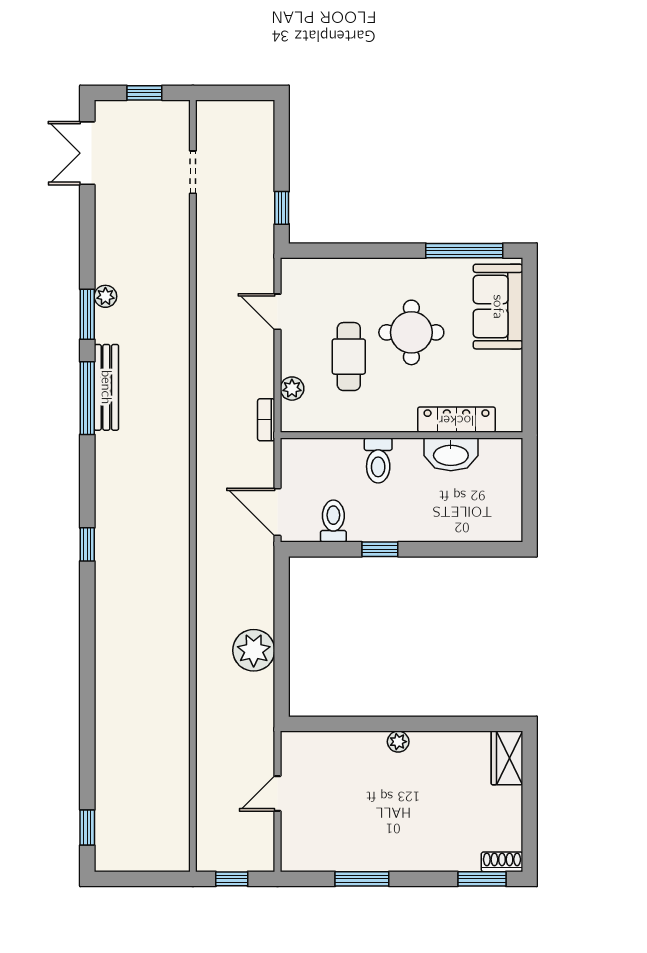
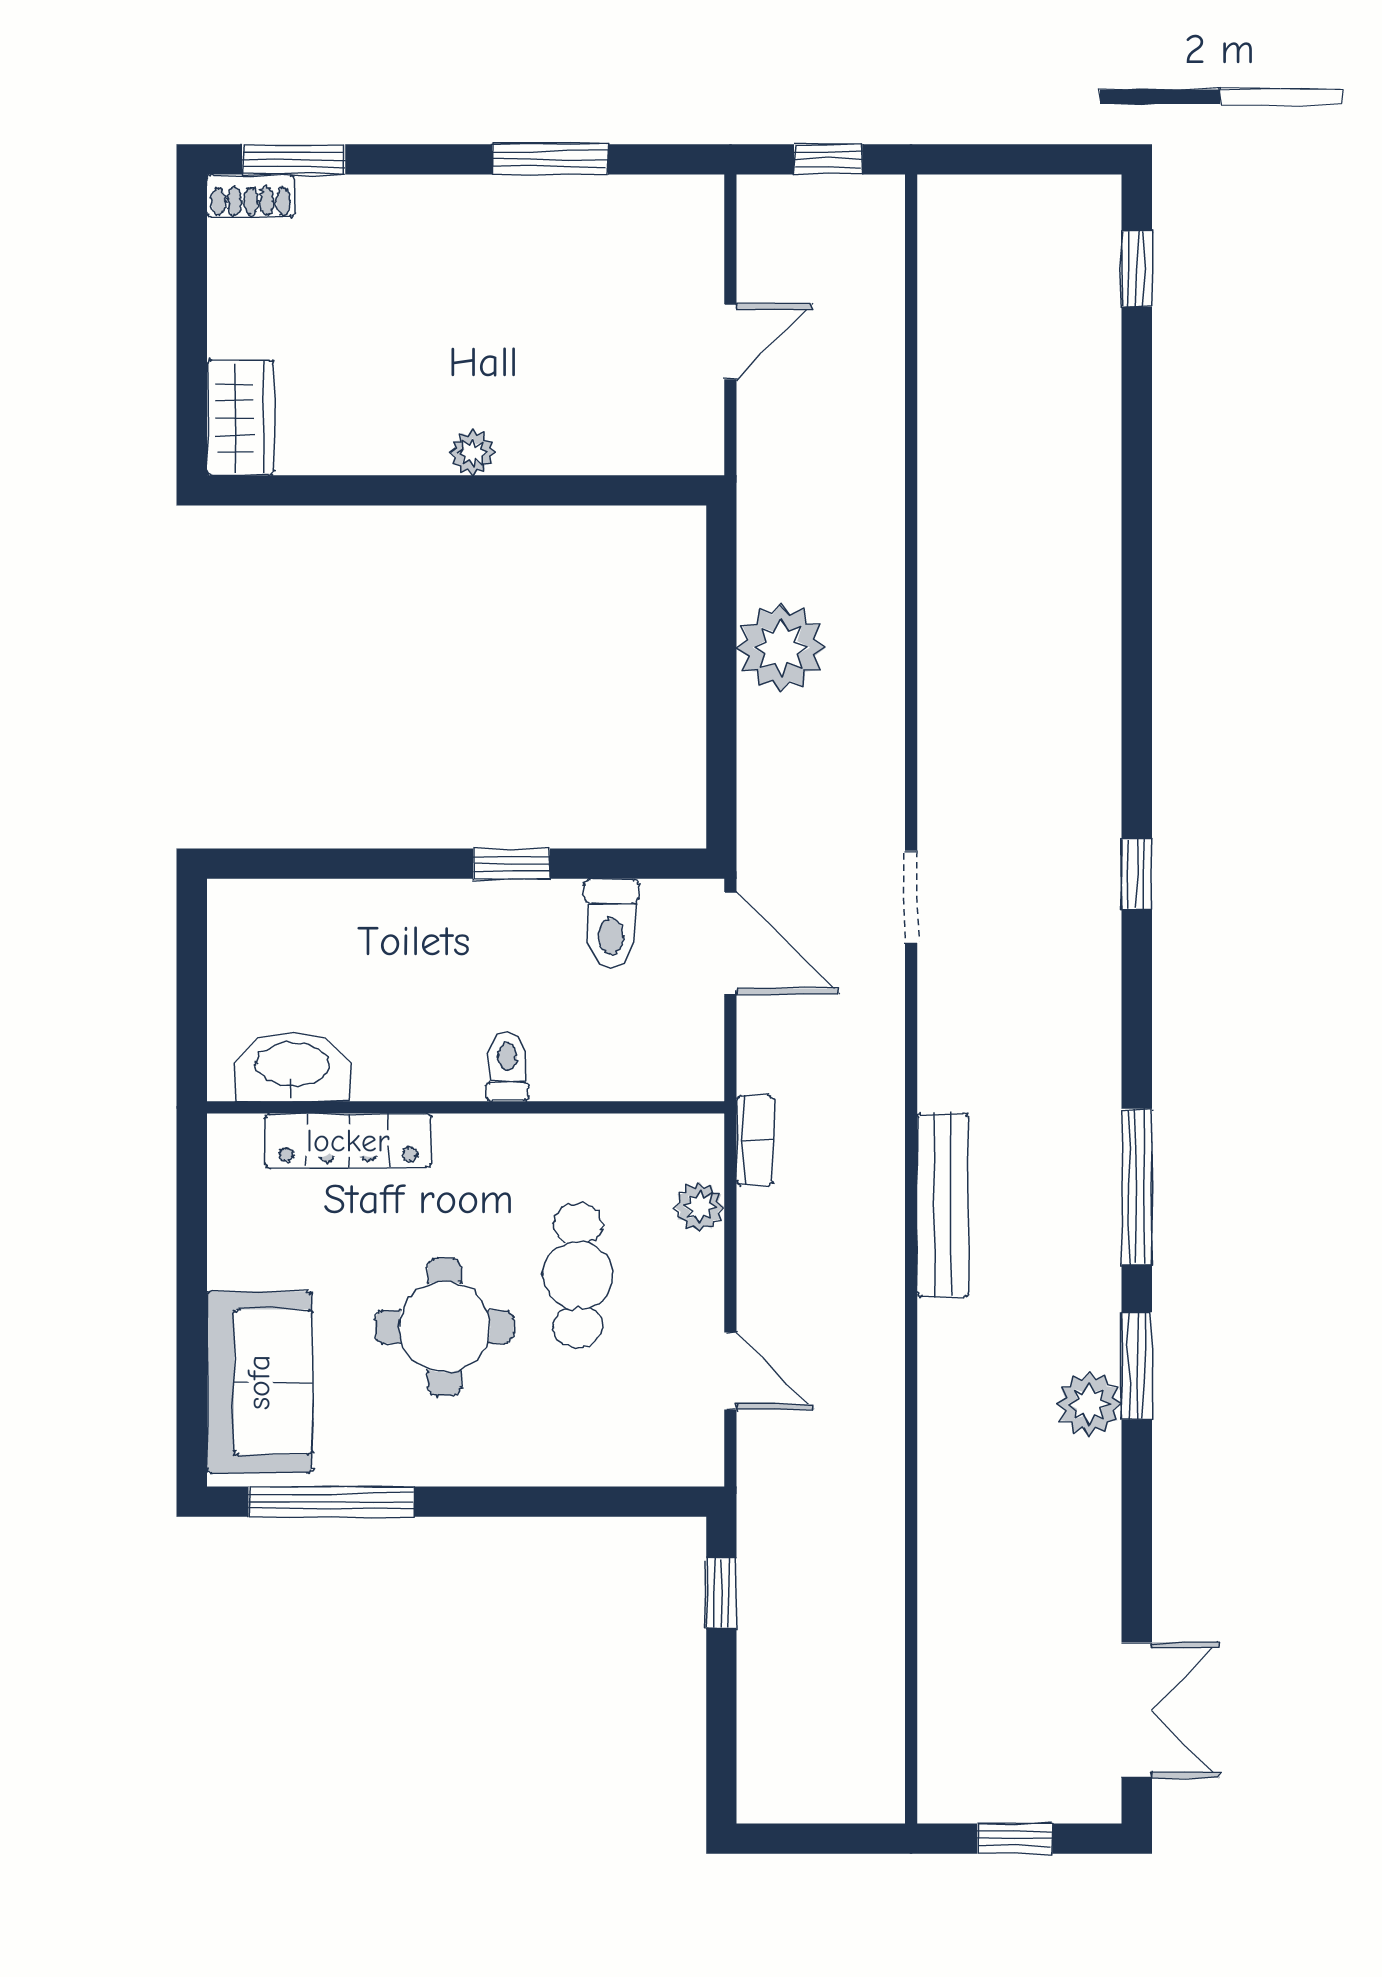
doorway: (193, 172) -> (911, 897), moved
plant: (105, 296) -> (1089, 1404), width x1.38, depth x1.38
bench: (106, 387) -> (943, 1205), moved
washbasin: (451, 454) -> (292, 1066), moved
toilet: (378, 461) -> (507, 1067), width x0.73, depth x0.72

